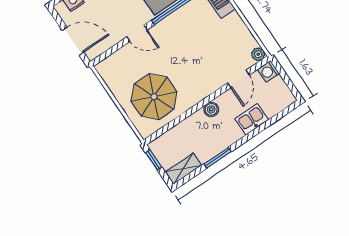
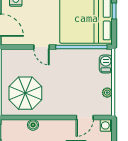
plant: (258, 54) -> (107, 93), moved
boiler: (211, 109) -> (33, 125), moved

